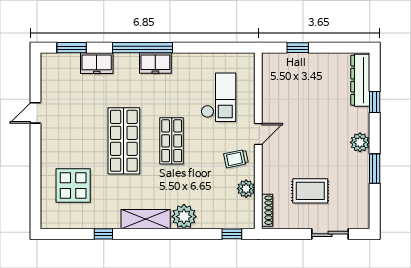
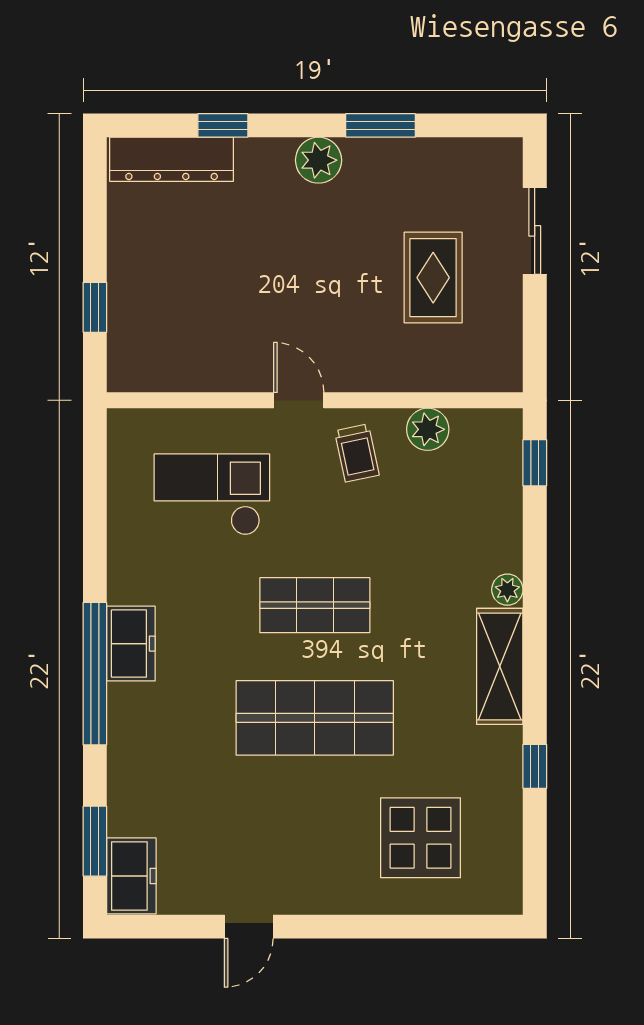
freezer: (97, 63) -> (131, 876), moved
door: (36, 113) -> (249, 927), hinge flipped
shoe rack: (267, 210) -> (479, 380), removed
plant: (184, 217) -> (507, 590), width x0.53, depth x0.53

